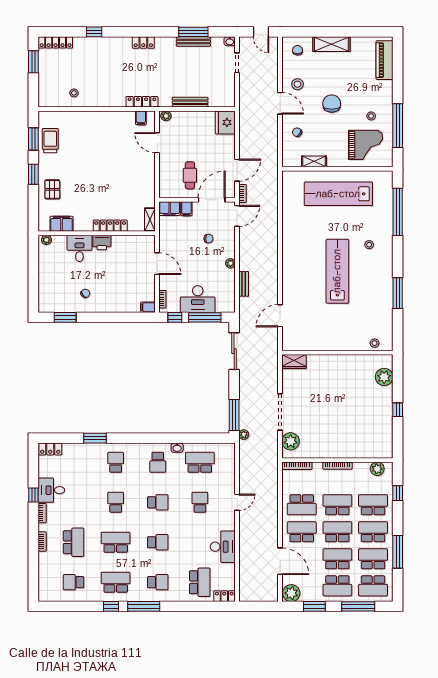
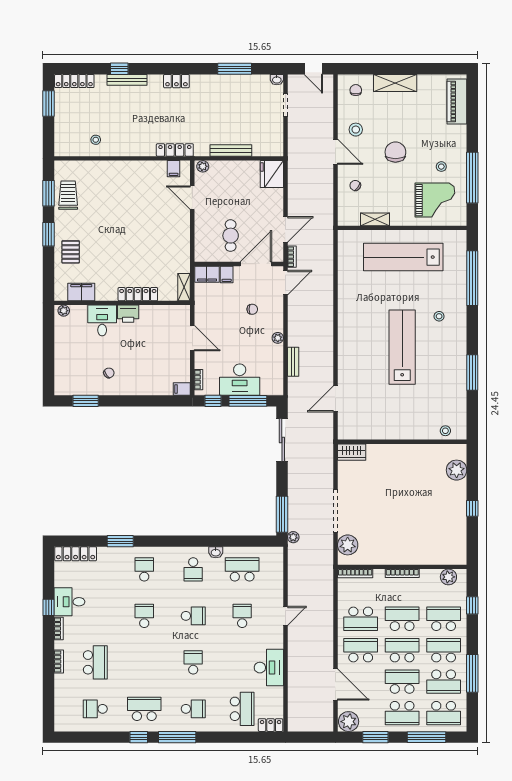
bench: (193, 41) -> (127, 80), moved
locker: (50, 449) -> (76, 554), width x1.53
school desk: (116, 542) -> (144, 662), removed
school desk: (158, 542) -> (193, 662), turned -90
school desk: (373, 559) -> (444, 682), turned 180

